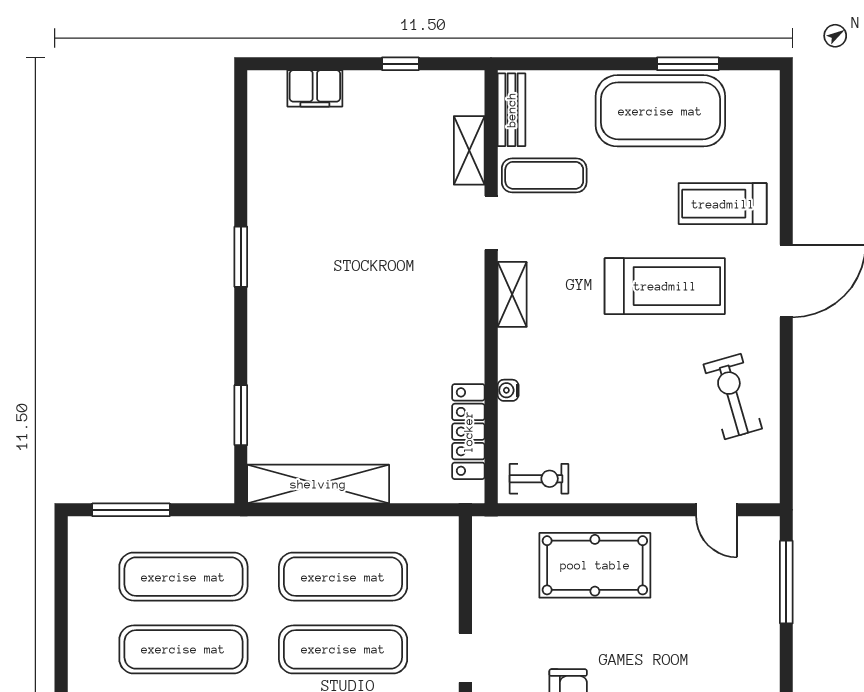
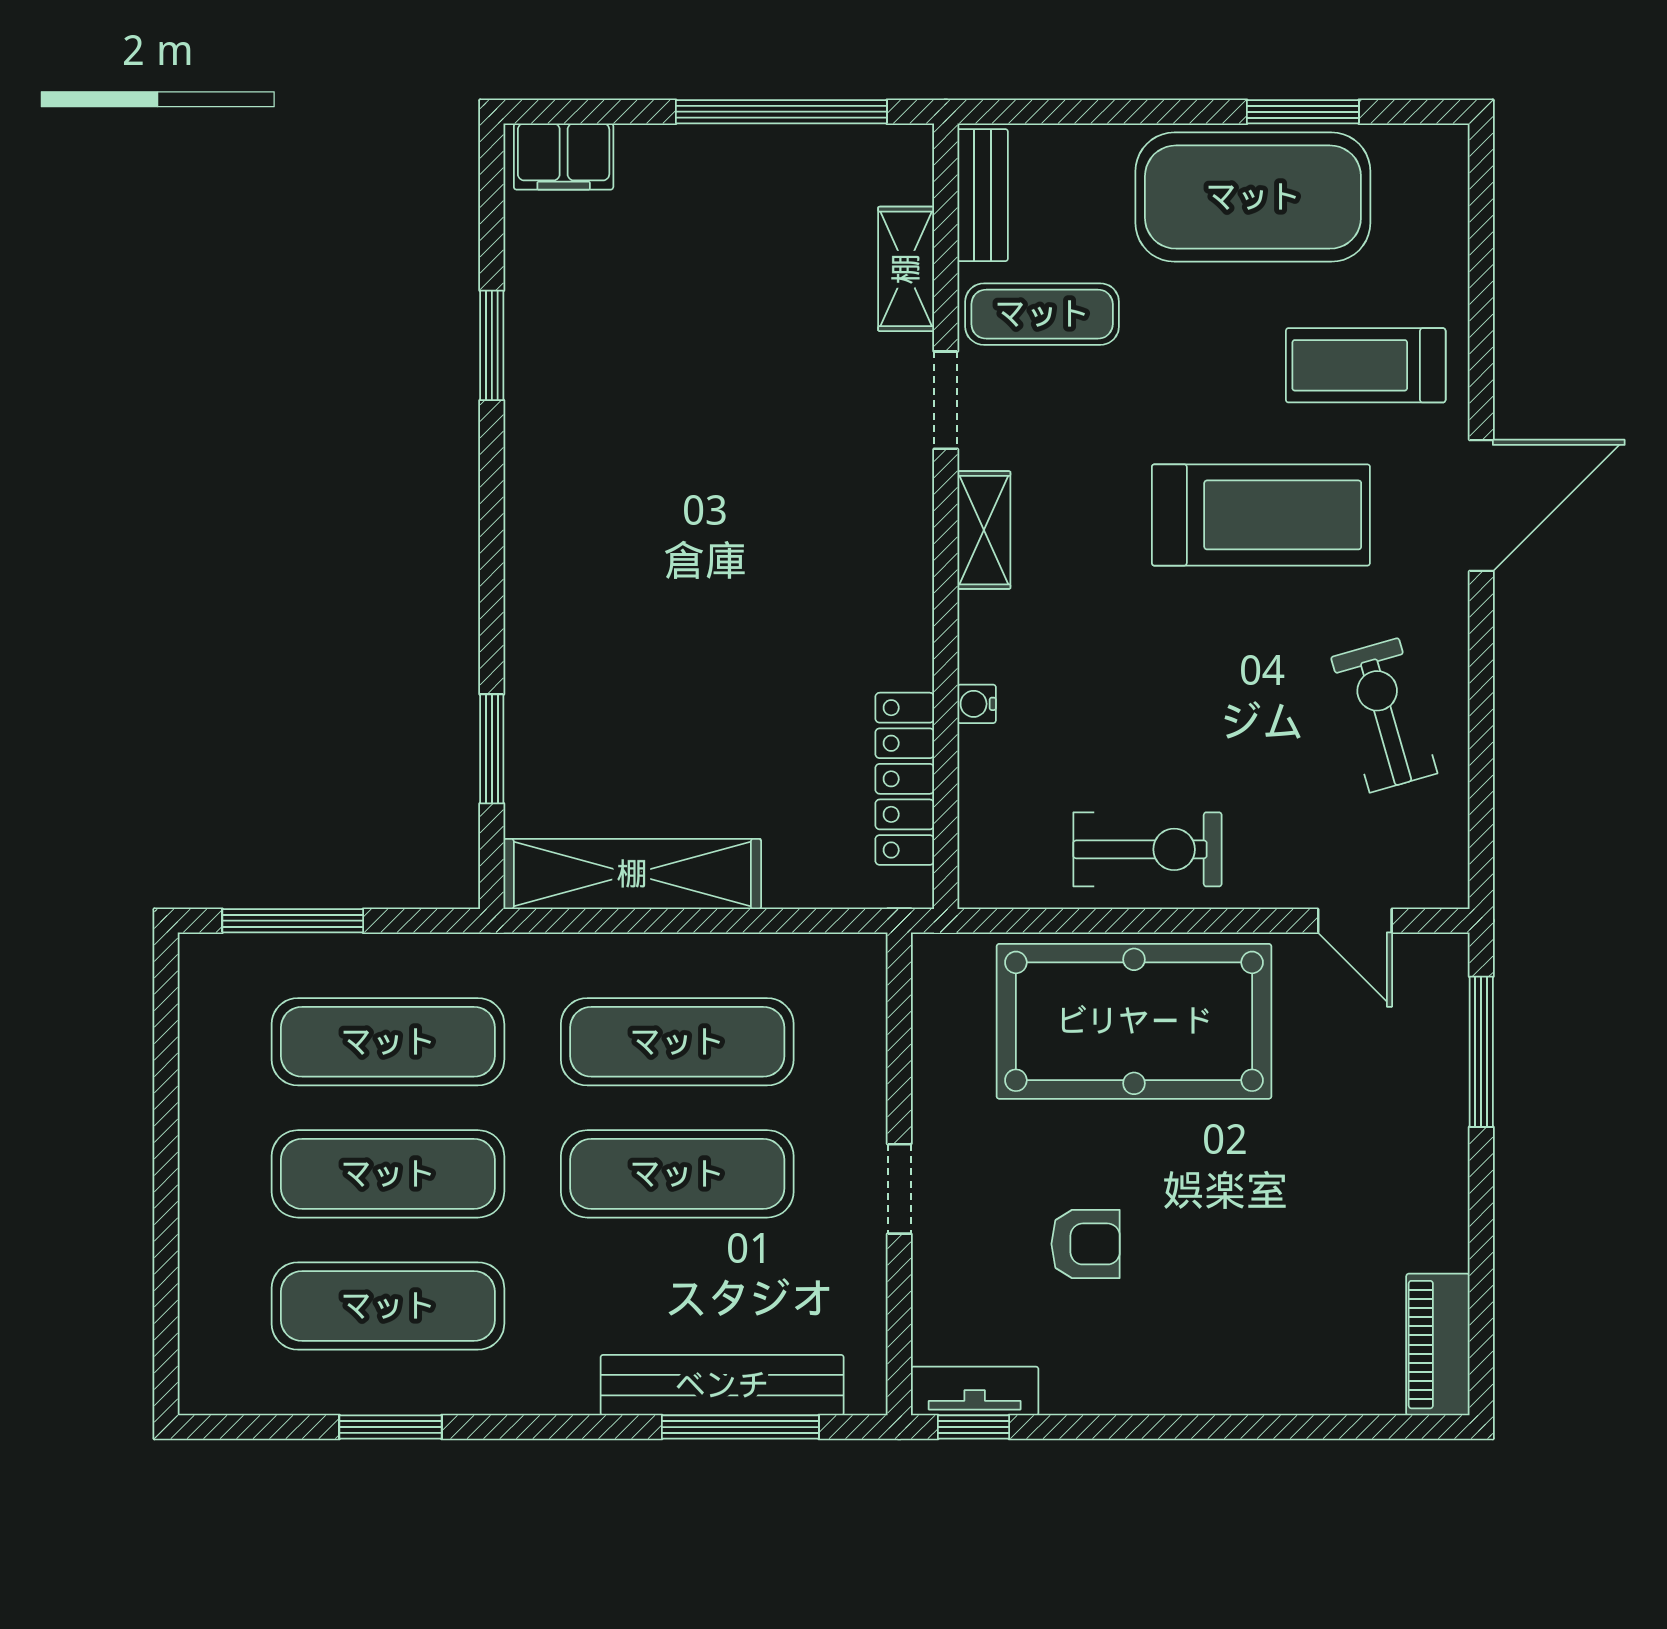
window: (400, 64) -> (781, 112), width x3.17
filing cabinet: (315, 88) -> (564, 156), moved
window: (241, 257) -> (492, 345), moved
exercise bike: (539, 479) -> (1147, 849), moved, width x1.38, depth x1.39
pool table: (595, 565) -> (1134, 1021), width x1.36, depth x1.32

